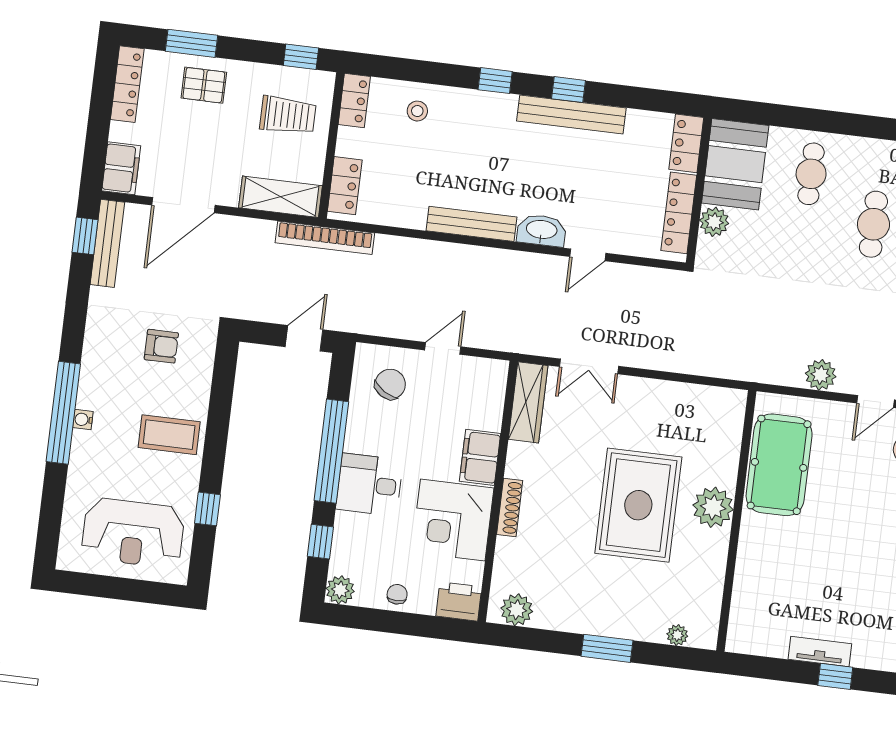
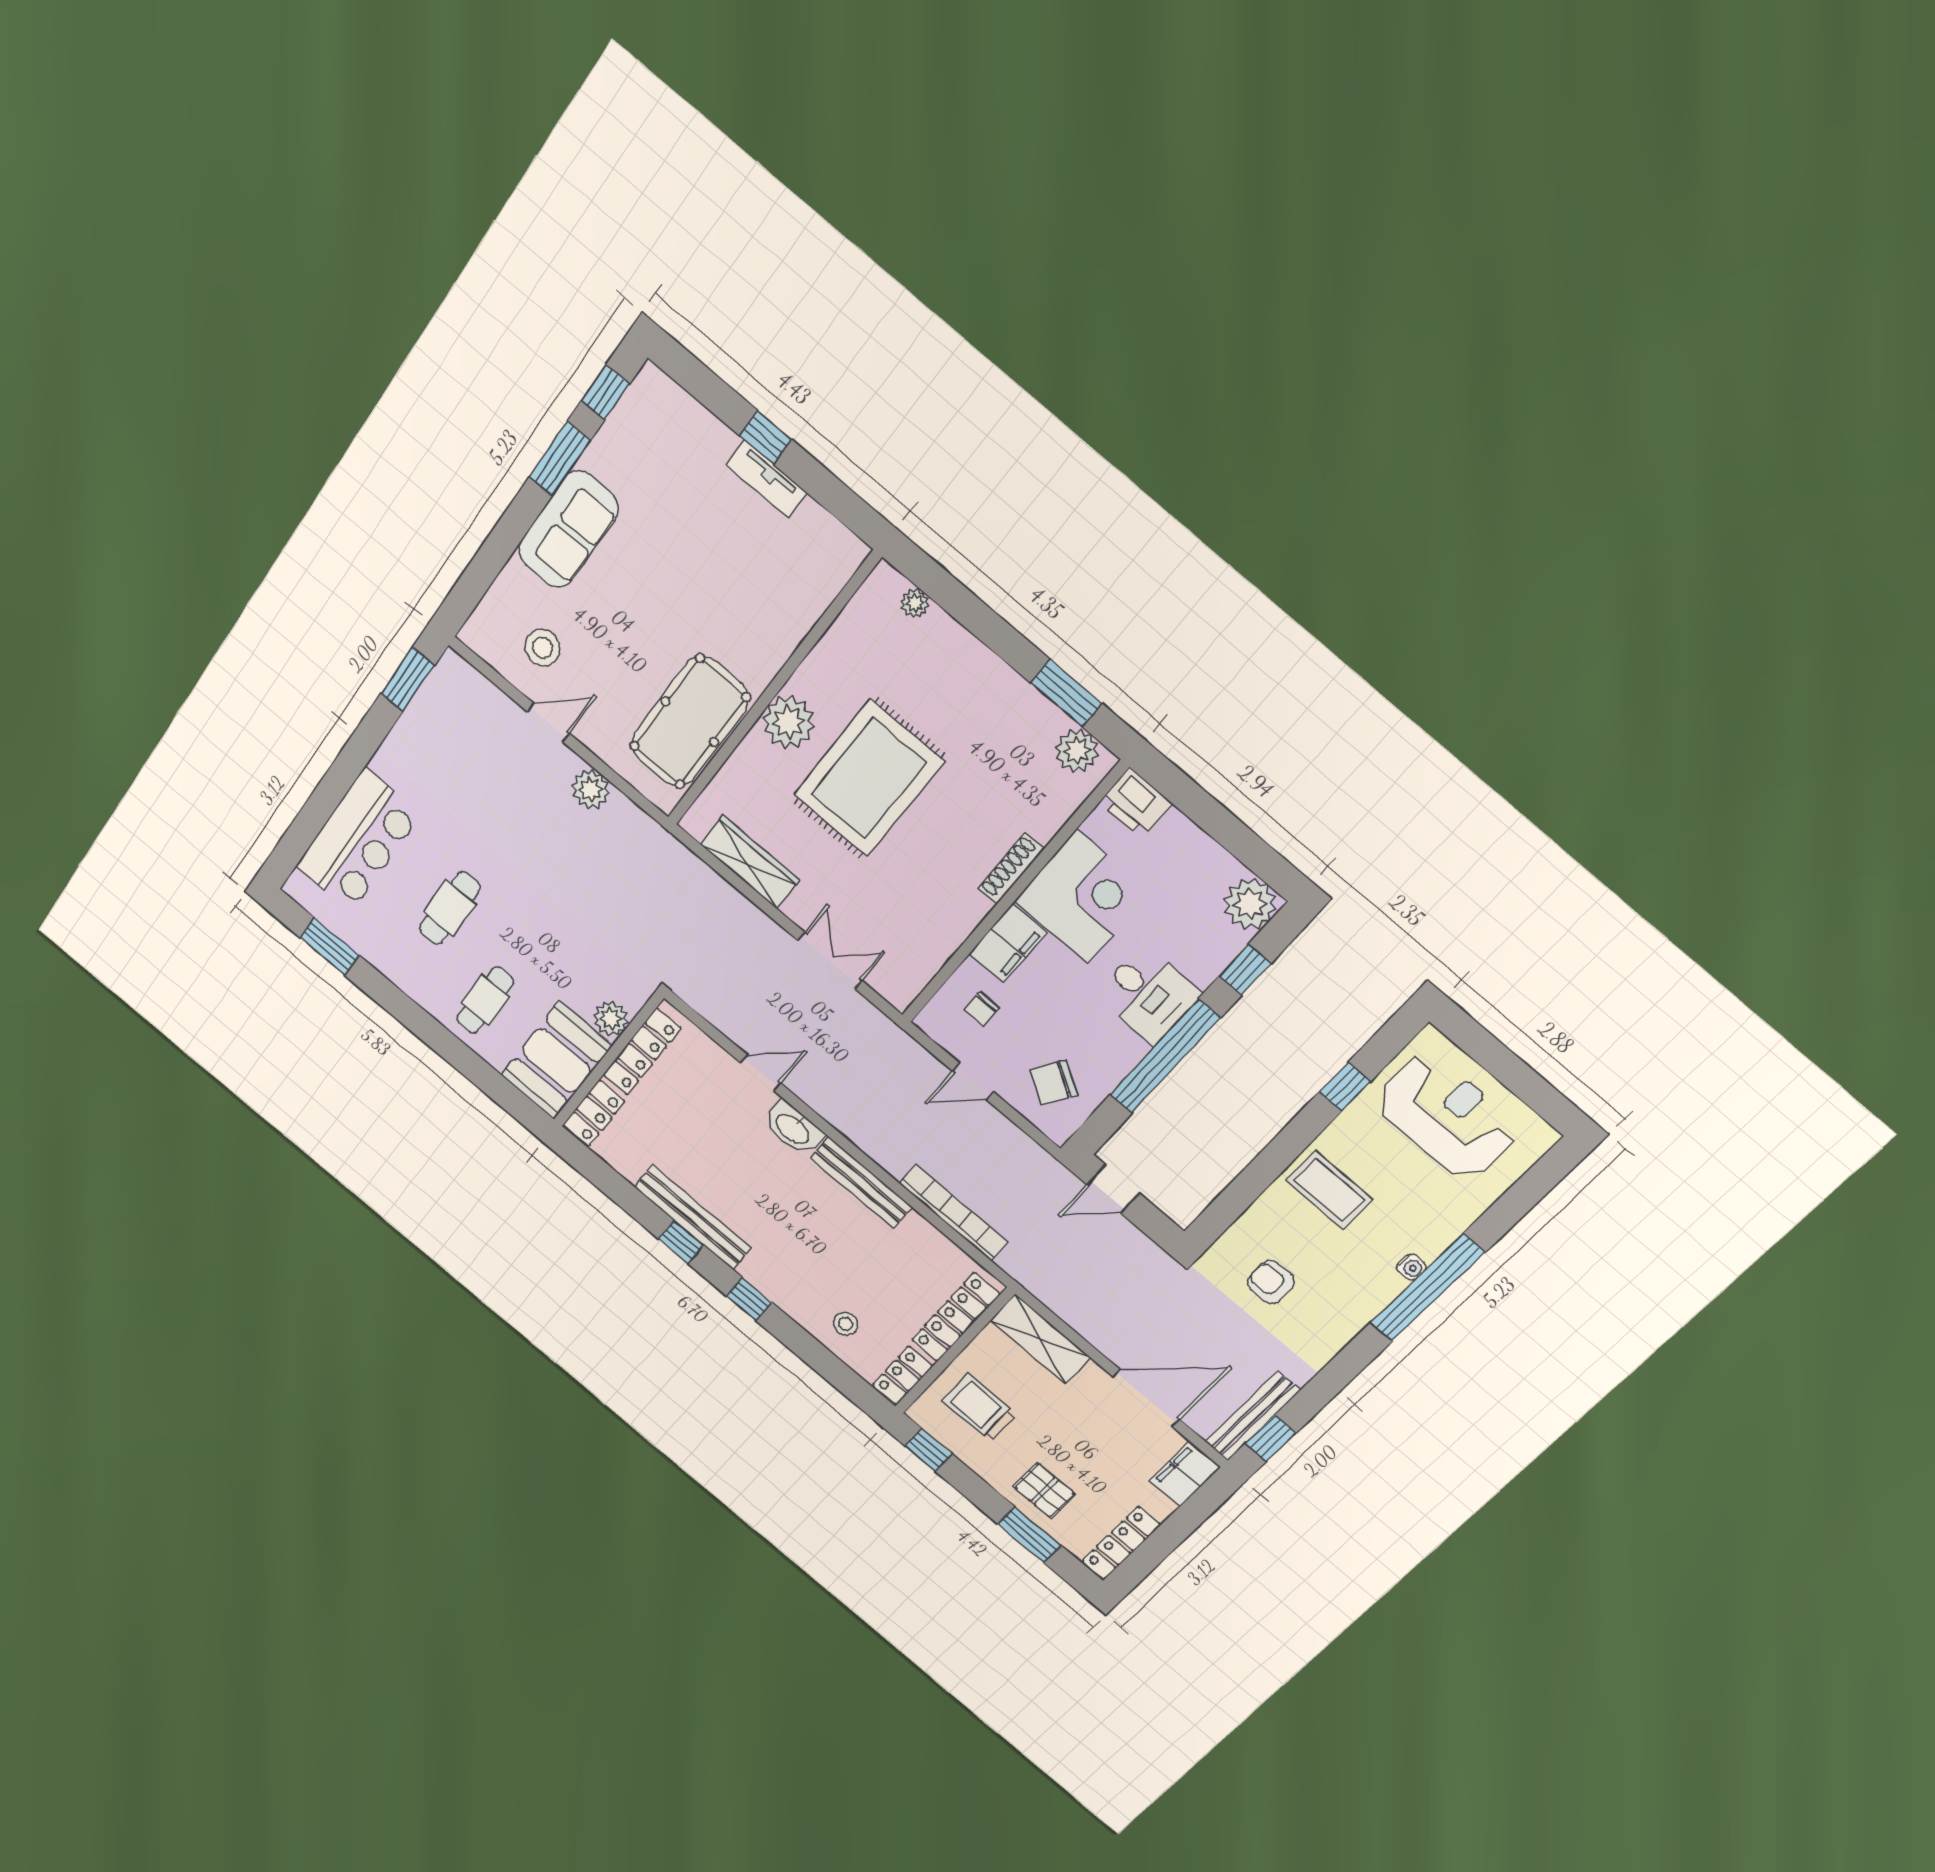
locker: (345, 186) -> (956, 1317), width x1.53
bookcase: (325, 238) -> (953, 1213), moved
wardrobe: (528, 402) -> (750, 862), moved, turned 90
plant: (340, 590) -> (1250, 904), width x1.36, depth x1.36
chair: (397, 594) -> (982, 1009), moved
window: (607, 648) -> (1066, 693), moved

